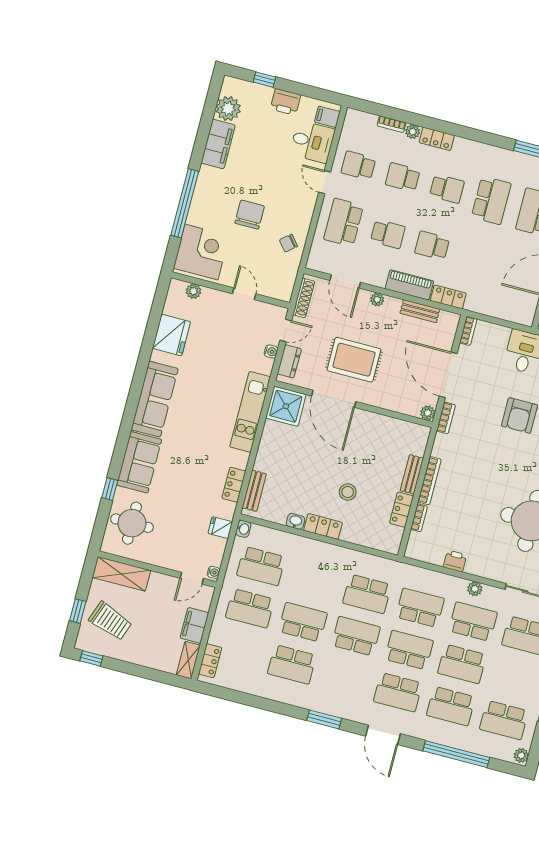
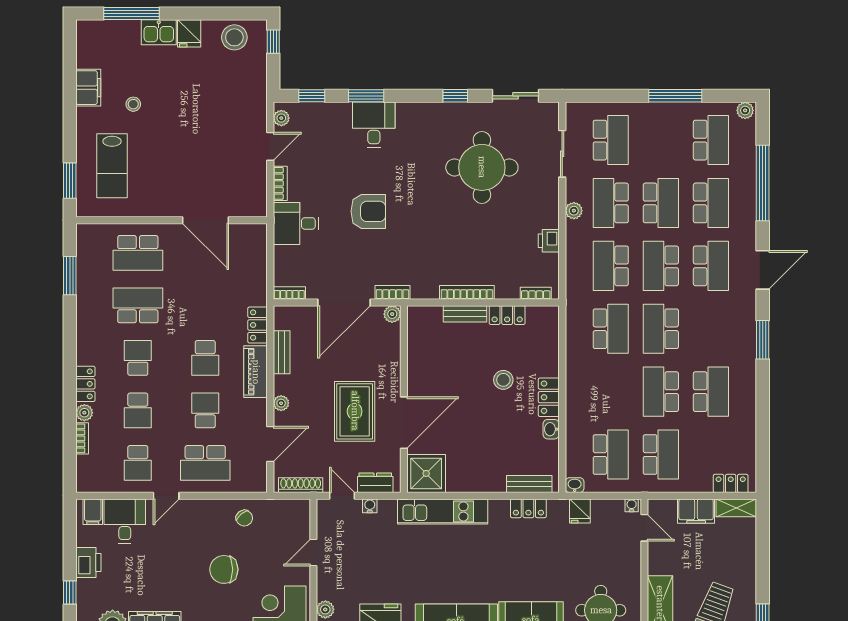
bookcase: (419, 518) -> (536, 293), moved

